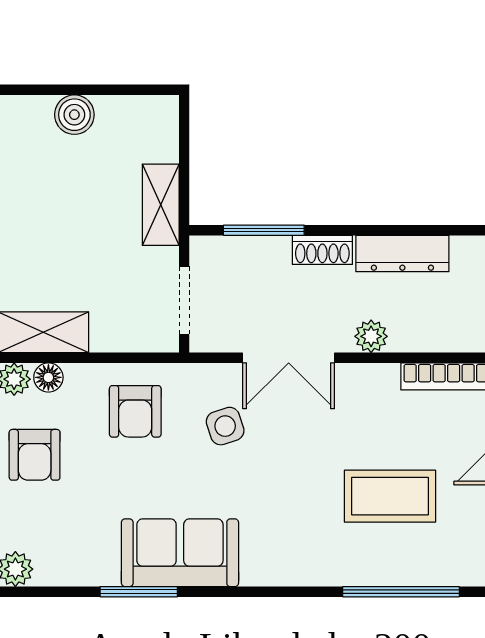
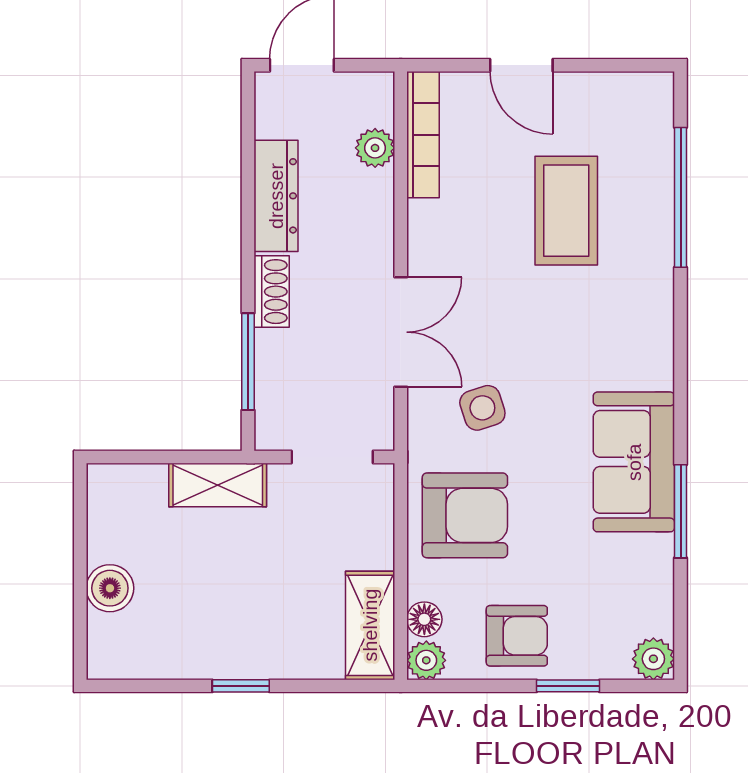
plant: (371, 336) -> (375, 148), moved
armchair: (135, 411) -> (465, 515), width x1.38, depth x1.38

